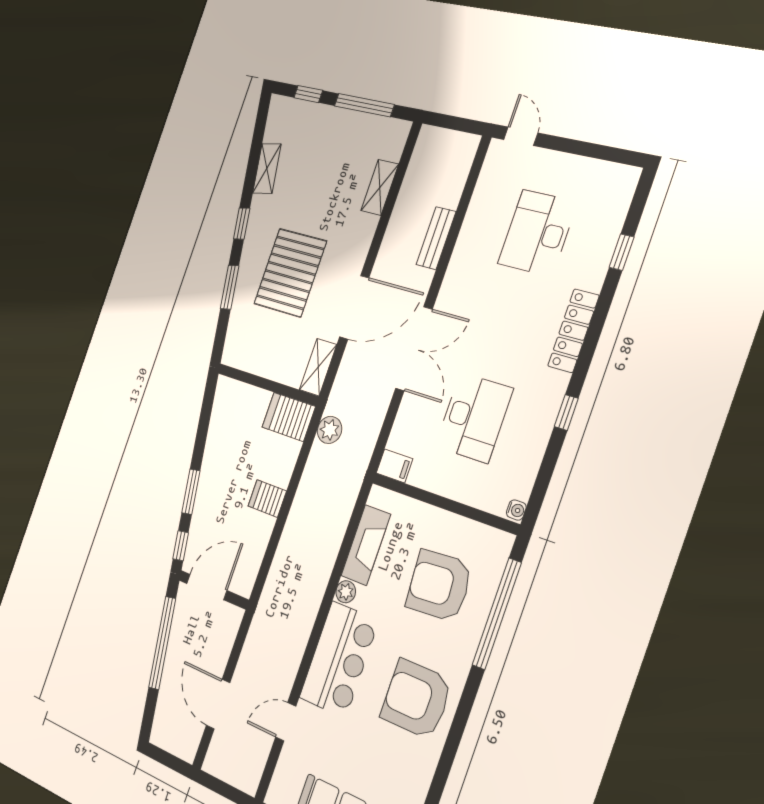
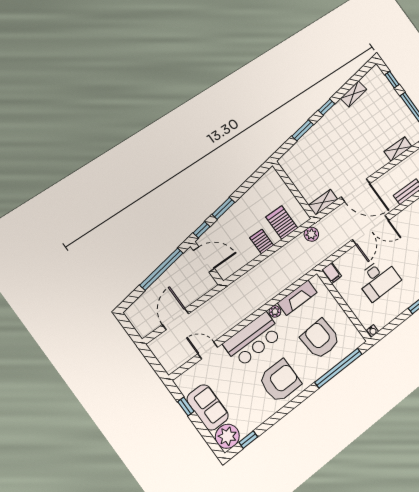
pallet: (290, 273) -> (336, 150), removed
server rack: (289, 417) -> (282, 222), moved
armchair: (416, 699) -> (280, 381), turned 90

